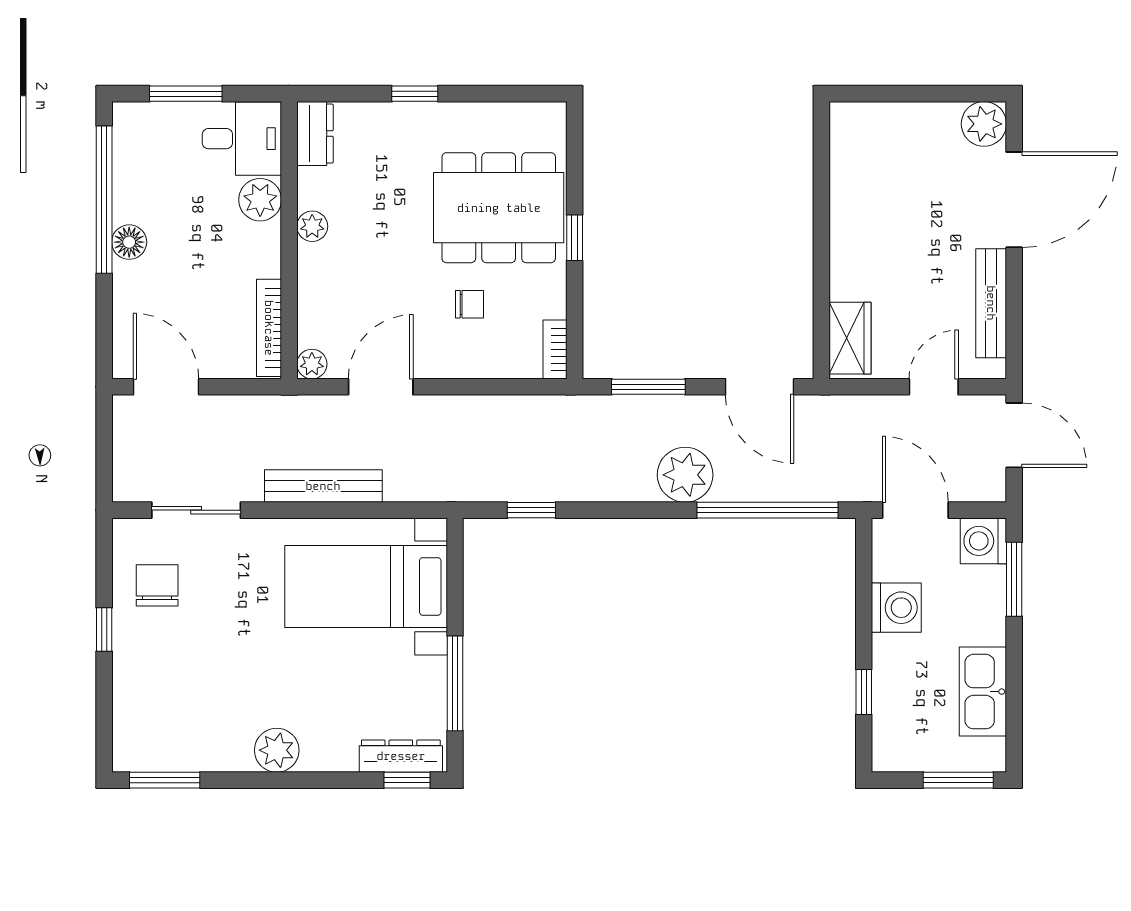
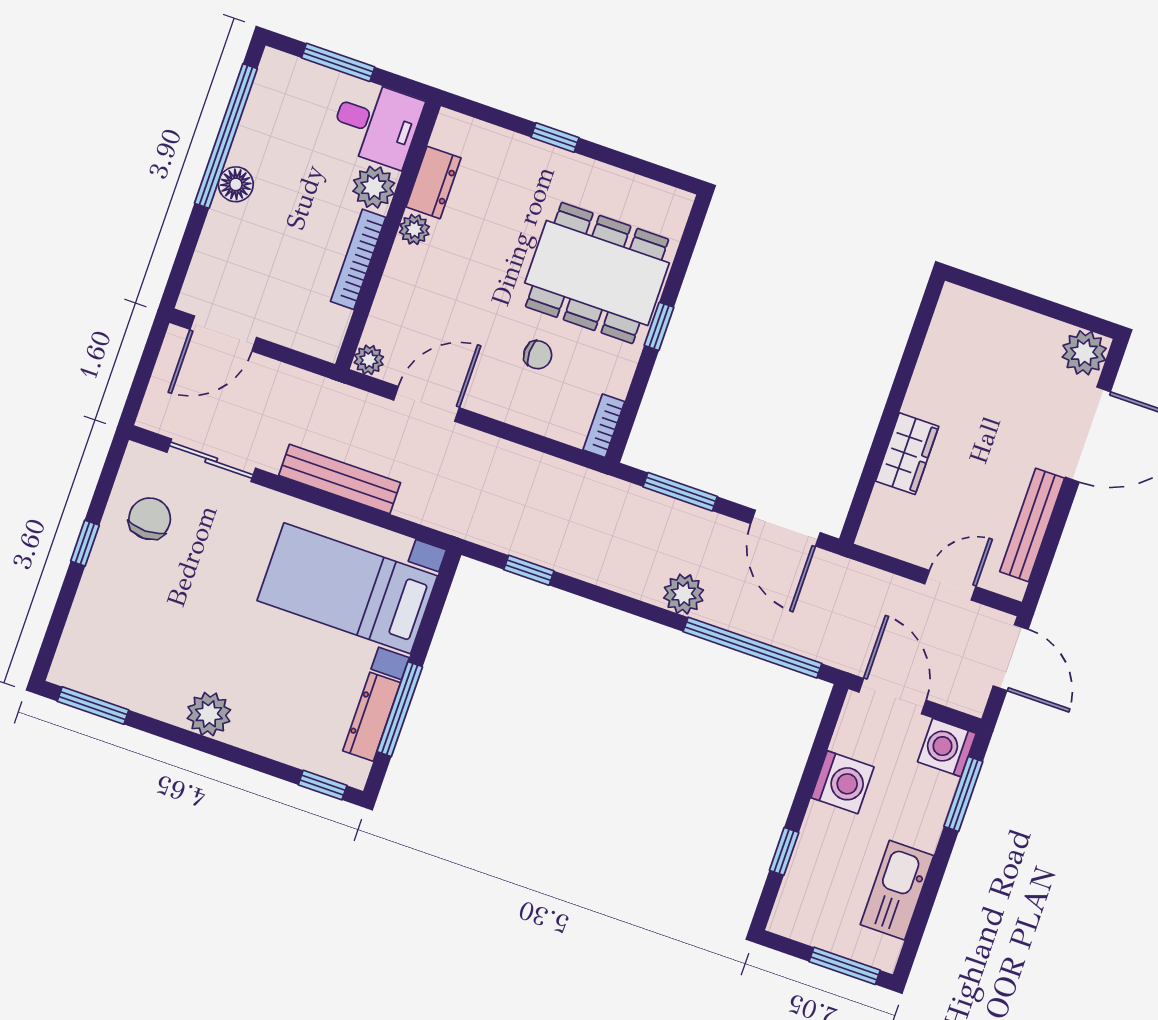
dresser: (315, 134) -> (434, 182), moved
bookcase: (269, 328) -> (358, 259), moved
wardrobe: (850, 338) -> (907, 454), moved
door: (166, 387) -> (223, 333), swing flipped
plant: (685, 475) -> (684, 594), width x0.73, depth x0.73
dresser: (401, 756) -> (372, 717), moved, turned -90

